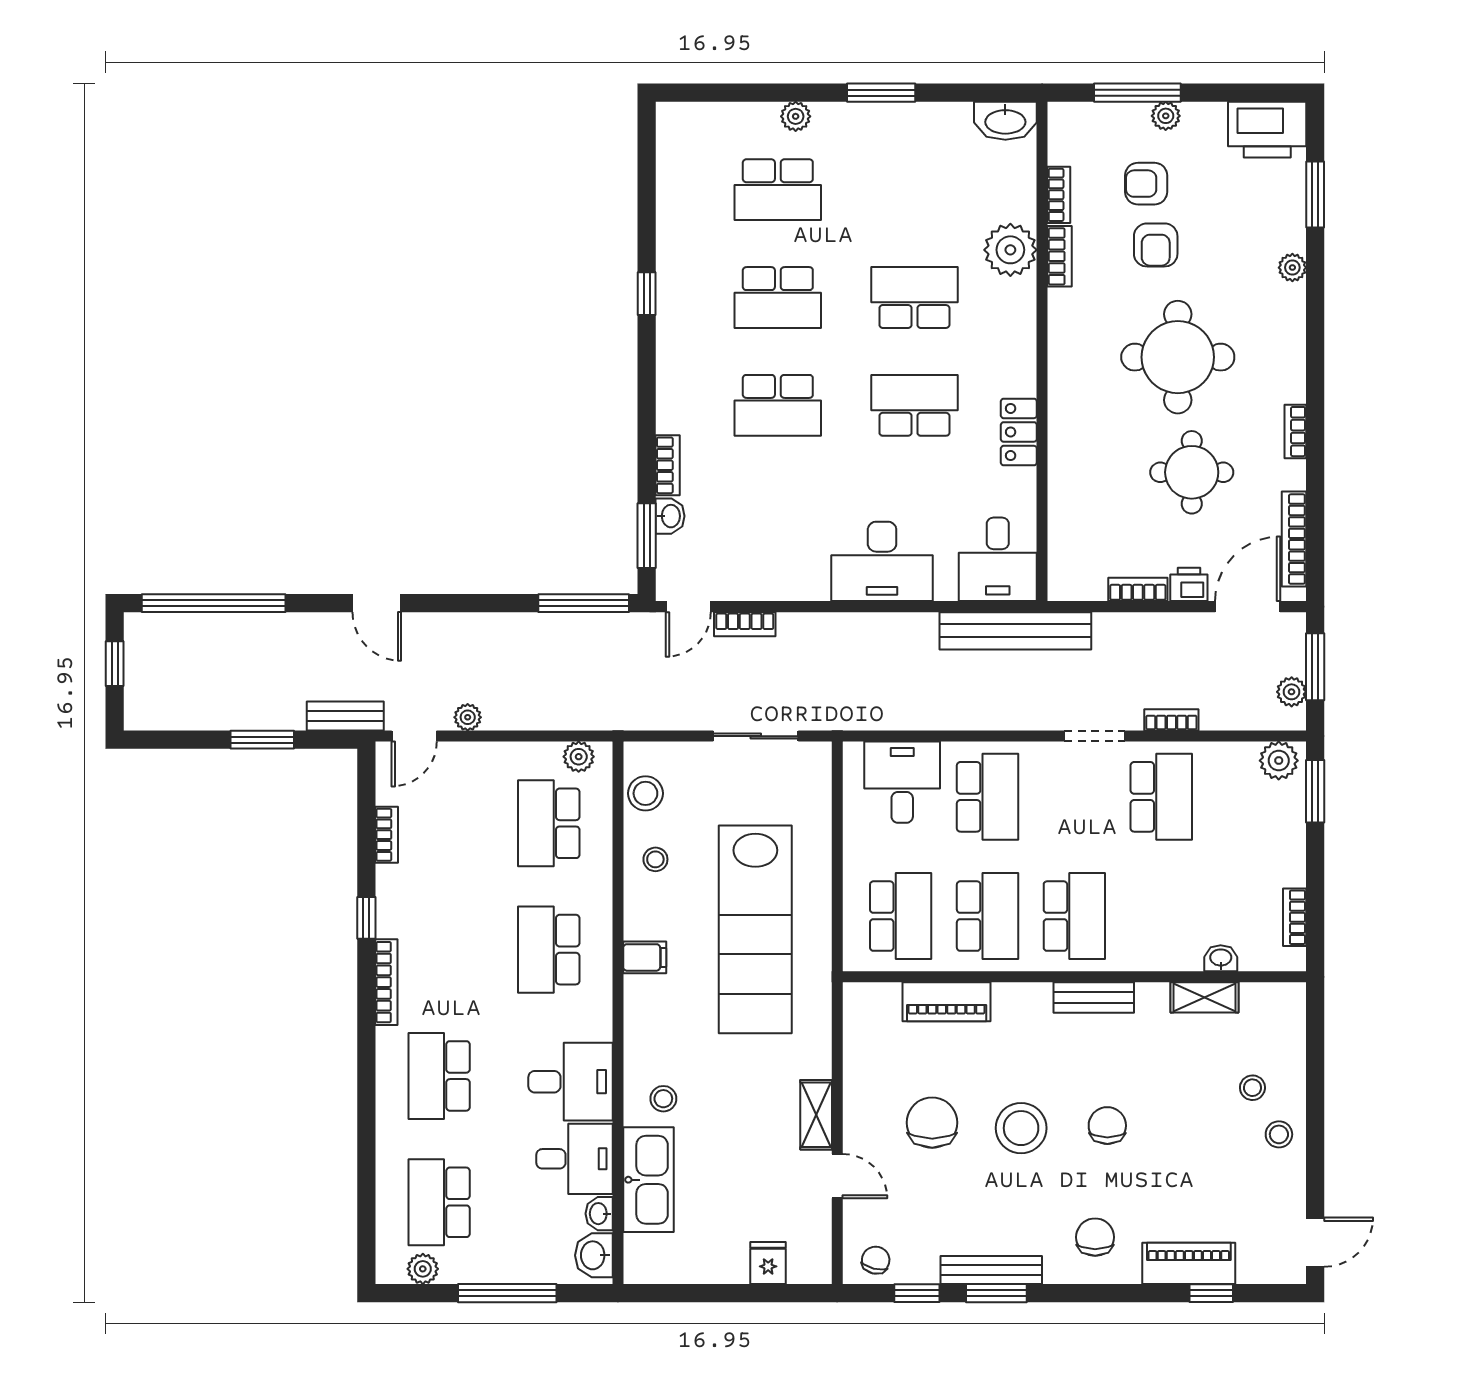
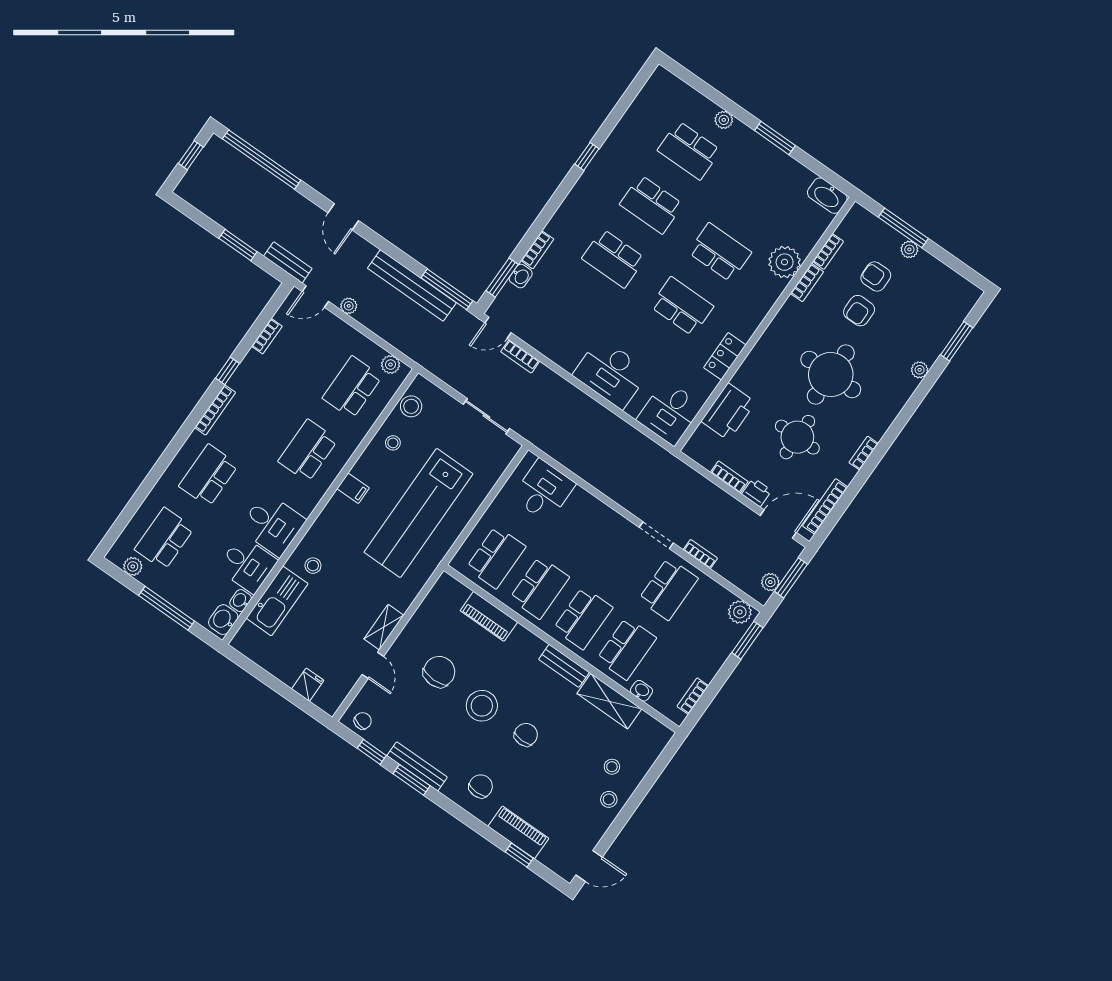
printer: (1267, 130) -> (728, 412), moved, turned -90
bench: (1015, 631) -> (412, 286), moved
school desk: (988, 797) -> (626, 649), moved
shelving: (1204, 997) -> (609, 701), width x1.50, depth x1.33

